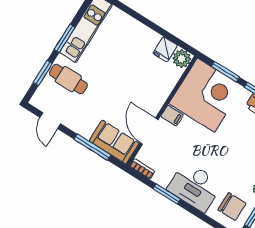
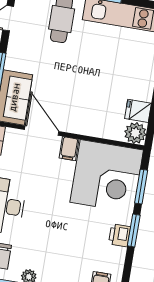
door: (149, 131) -> (42, 131), hinge flipped

